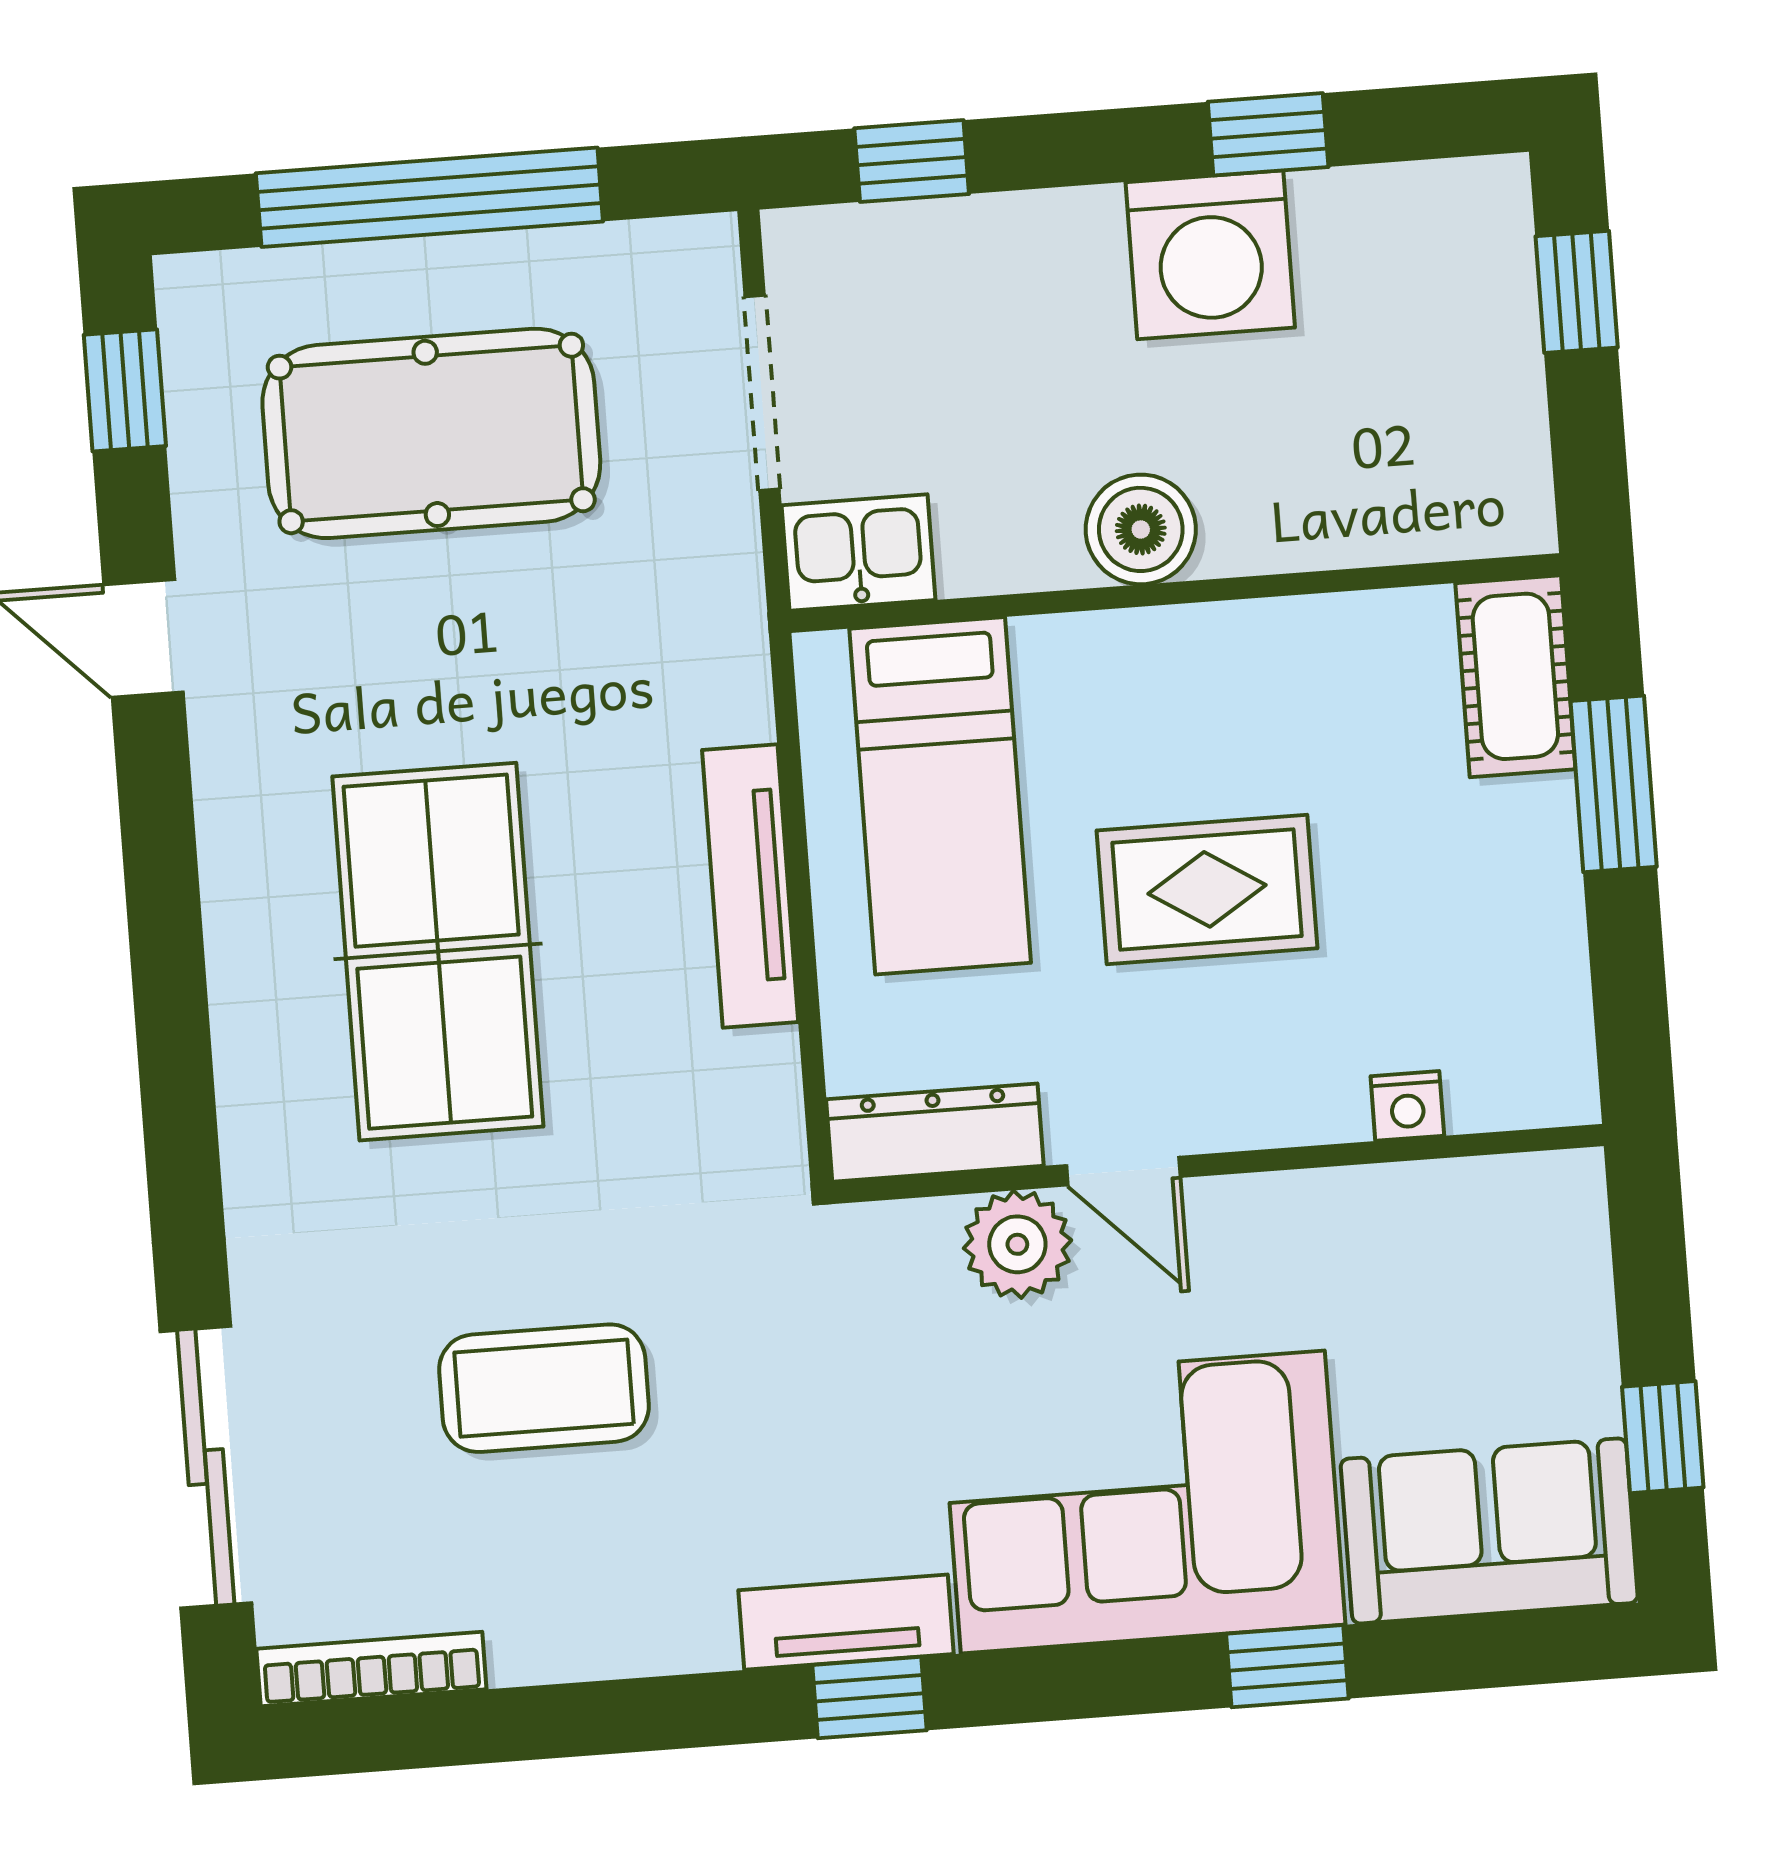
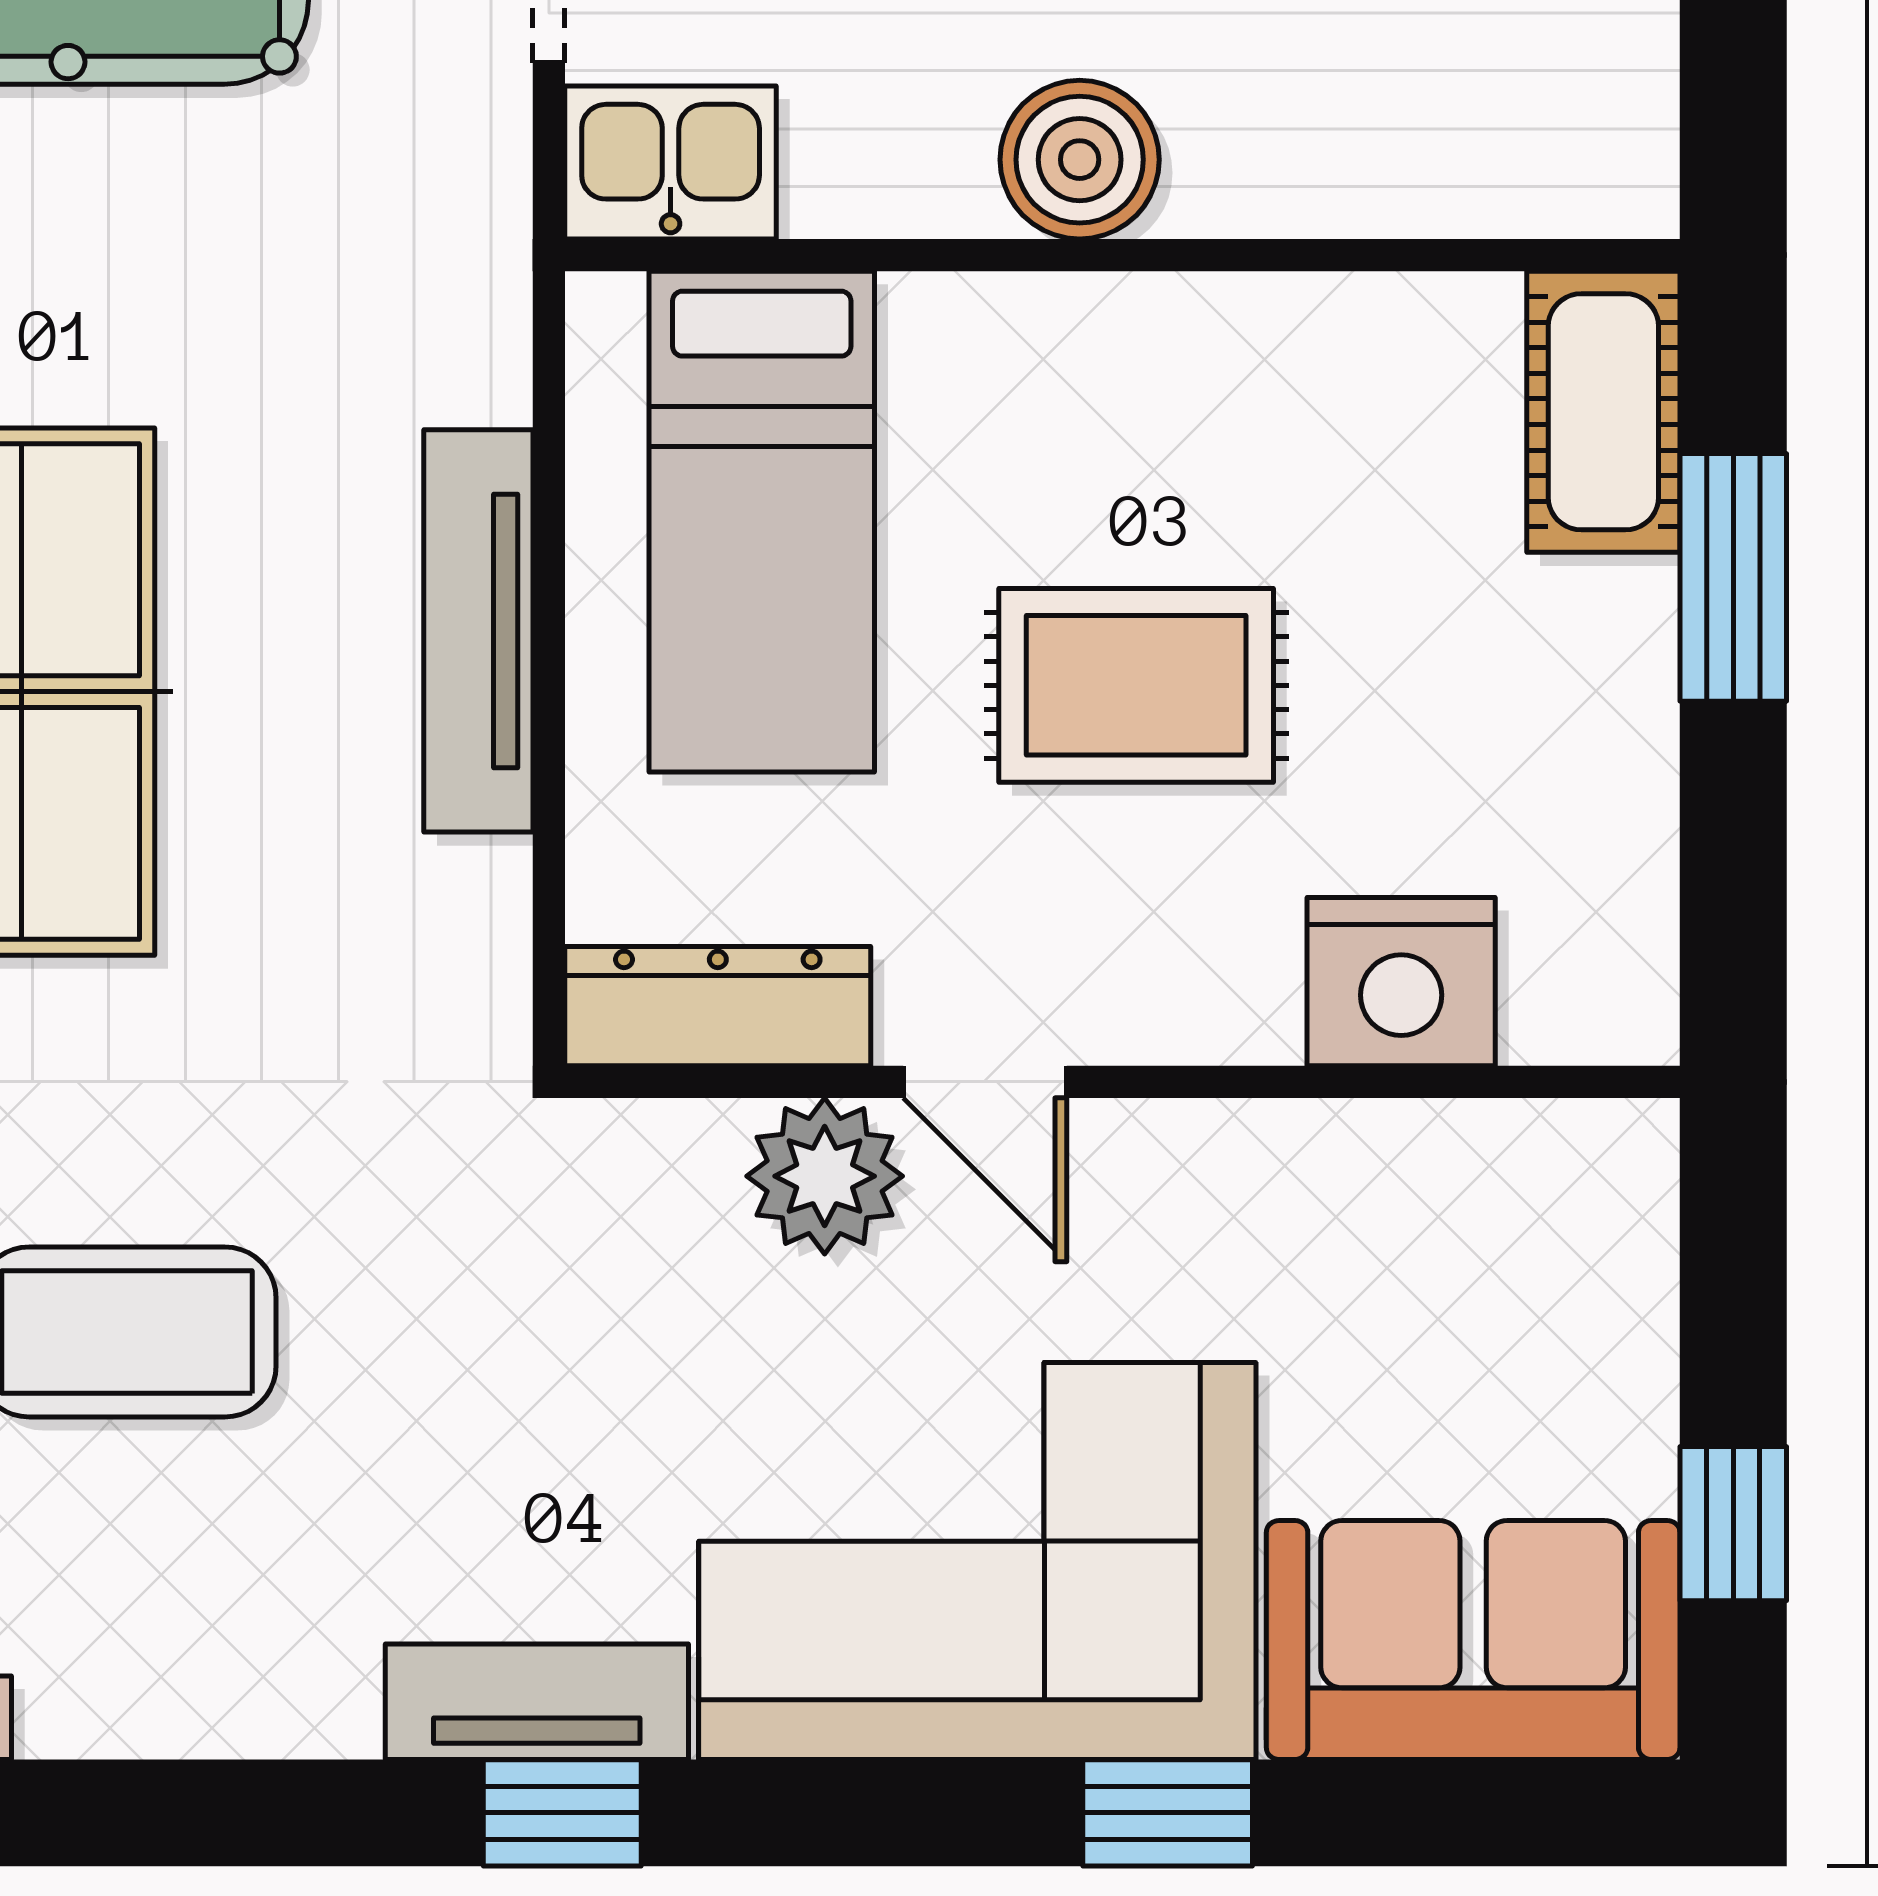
nightstand: (1407, 1106) -> (1401, 982), width x1.89, depth x1.79

